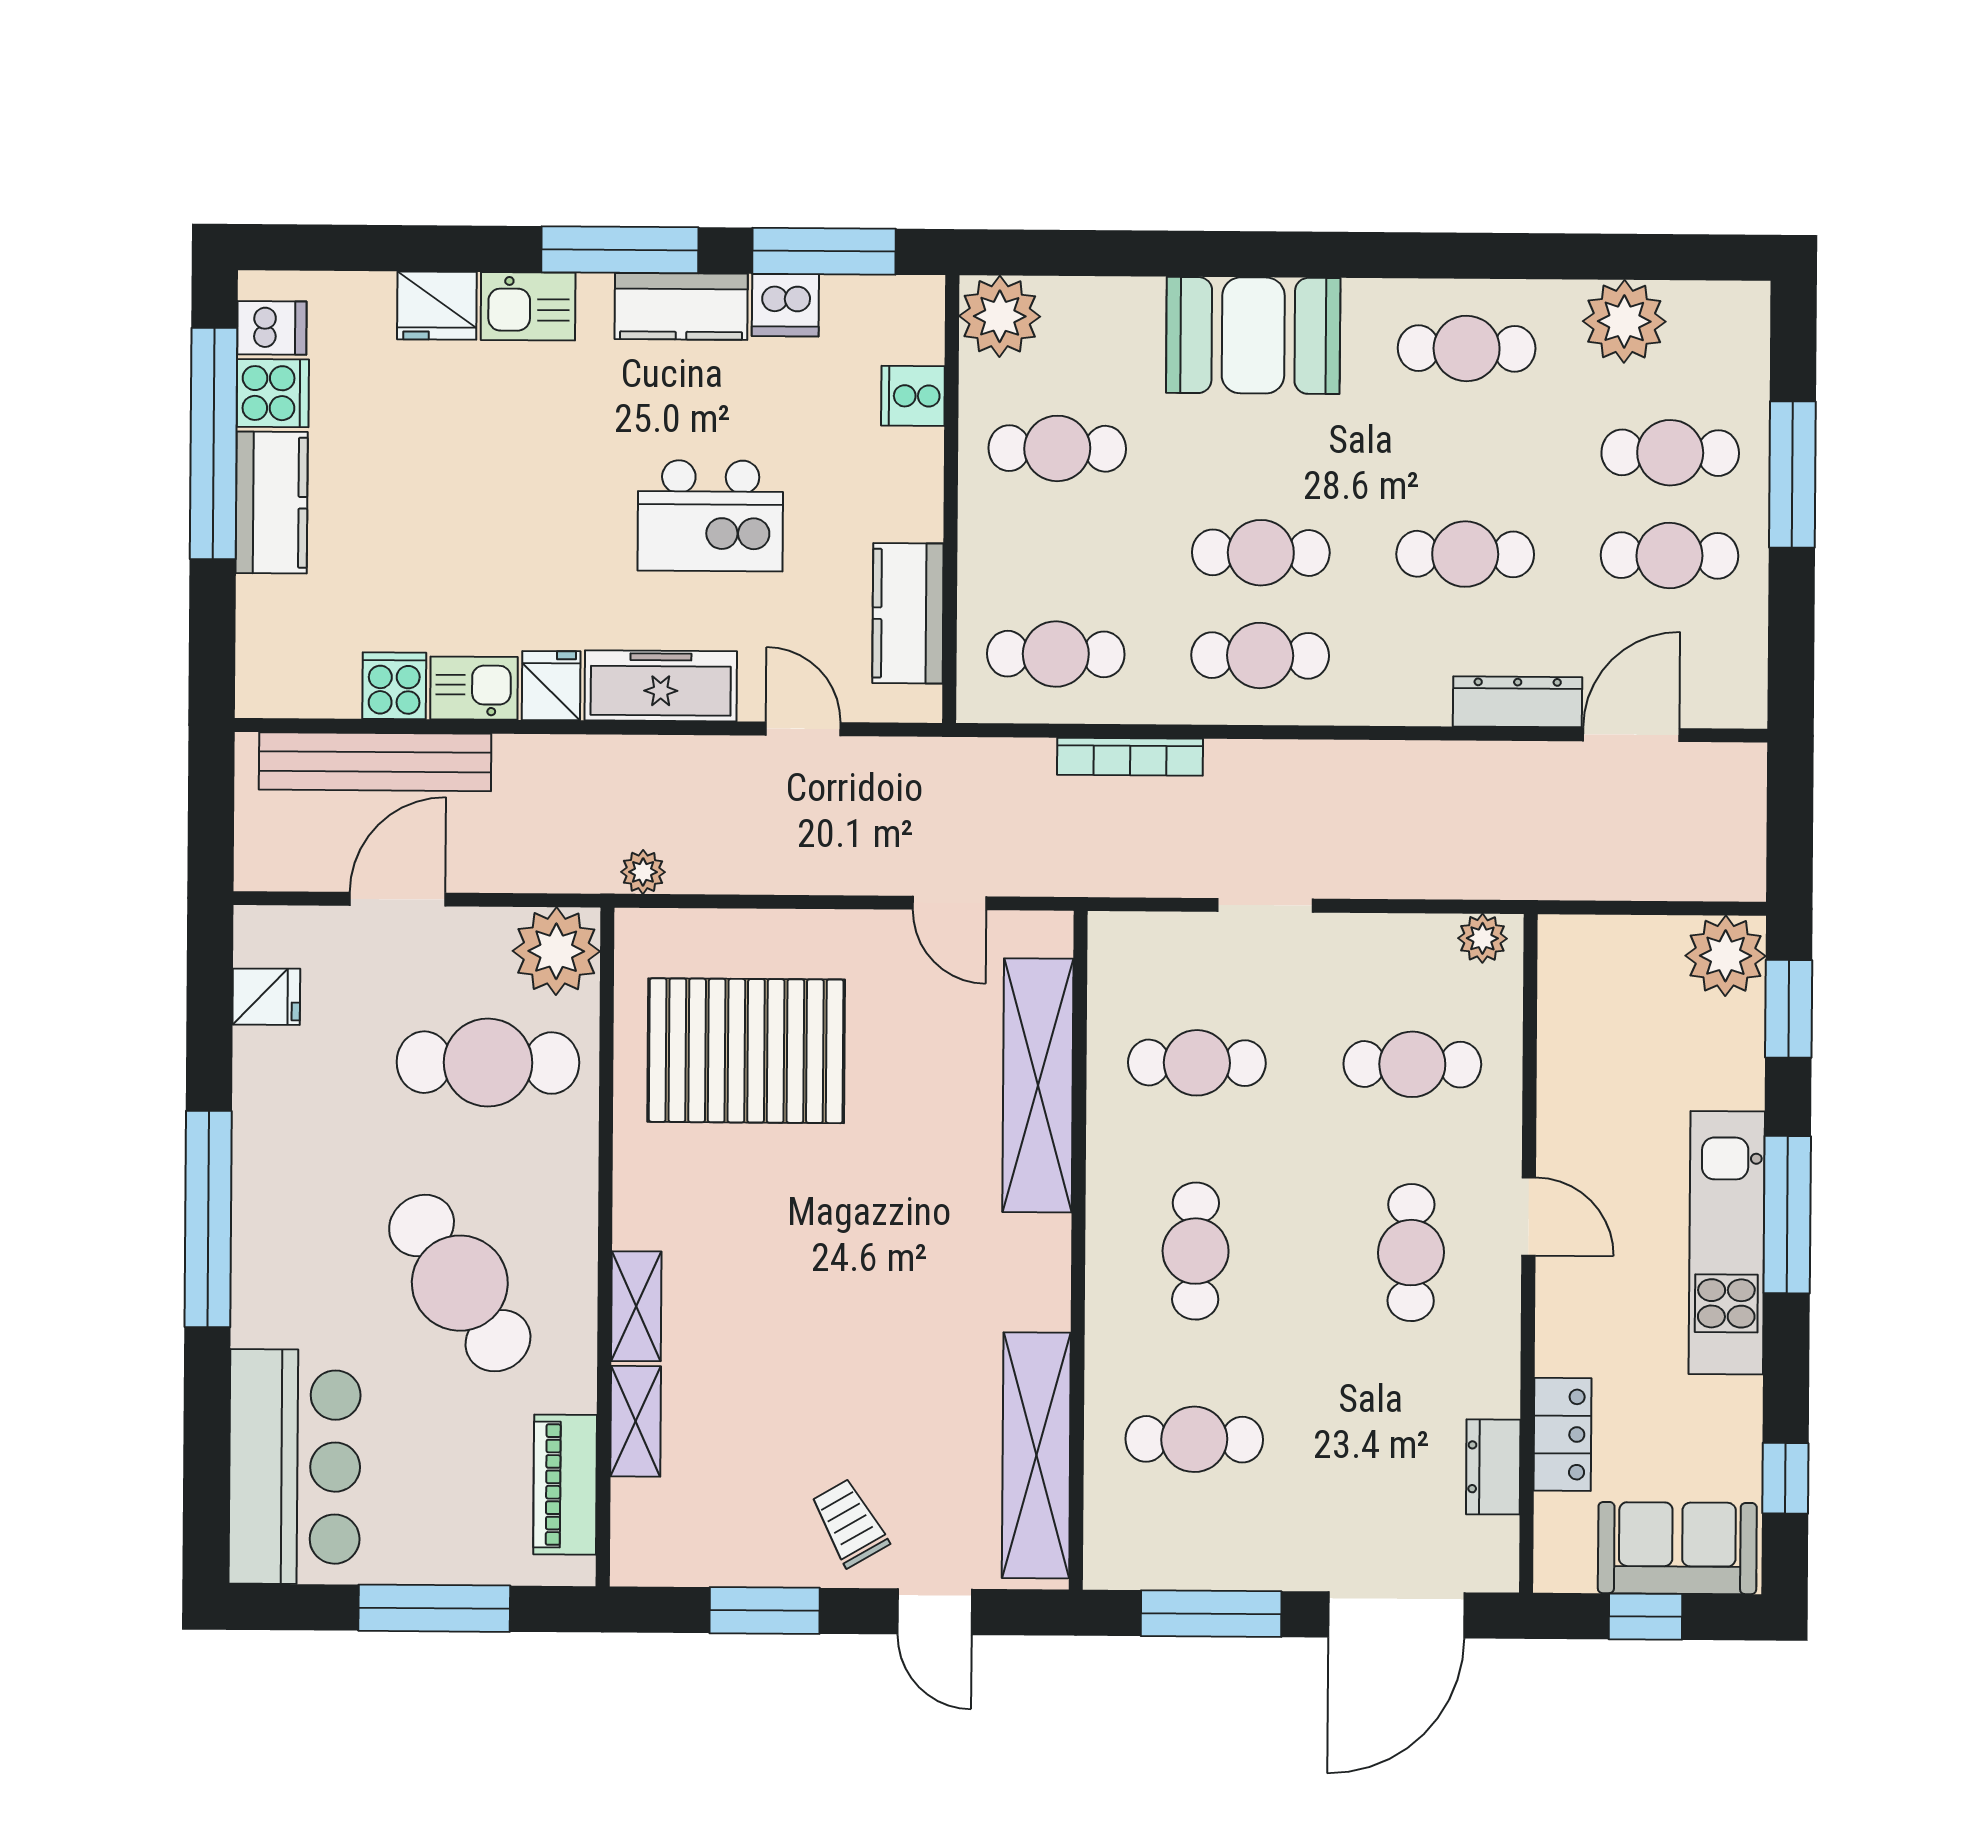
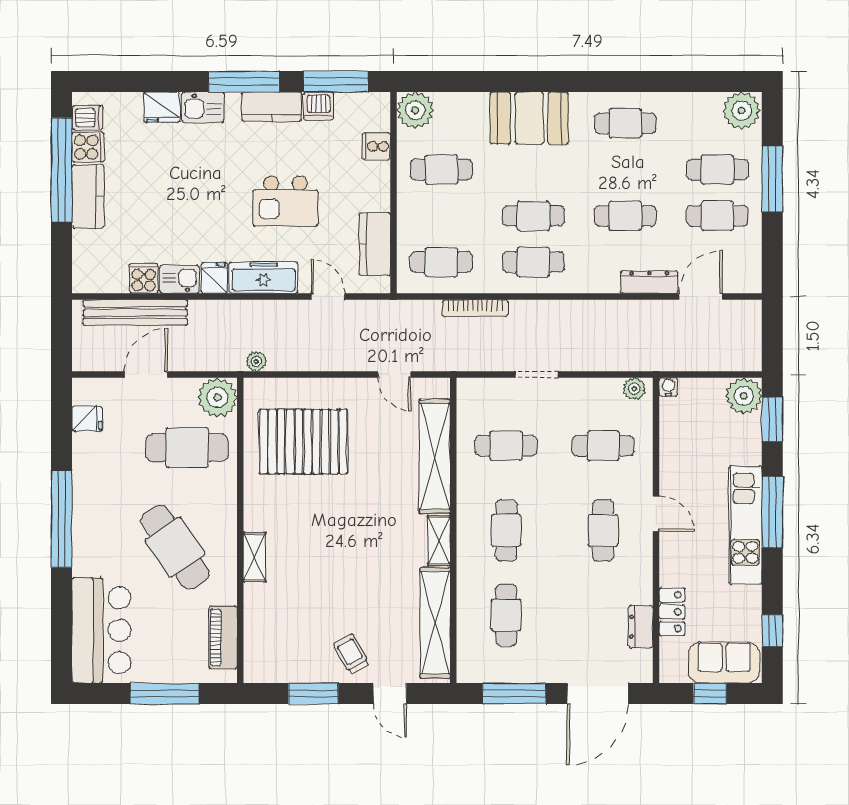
plant: (1624, 321) -> (741, 111), moved
water cooler: (1558, 935) -> (668, 387), added
shelving: (636, 1421) -> (439, 540), moved
cafe table: (1194, 1439) -> (506, 615), turned 90

